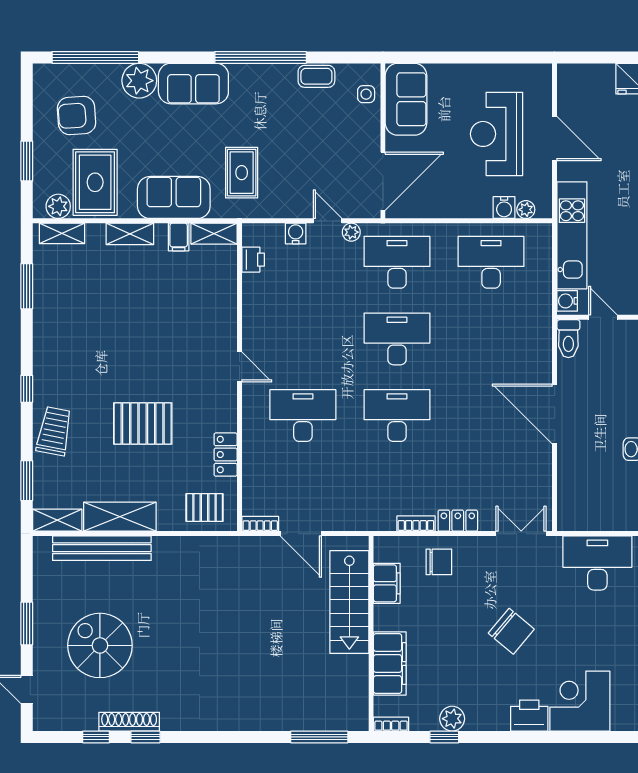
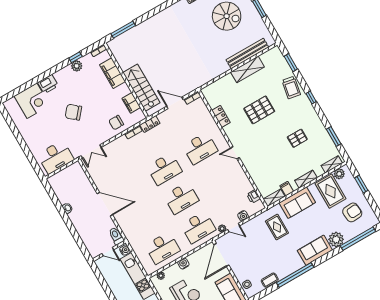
water cooler: (504, 208) -> (183, 264), moved
pallet: (204, 508) -> (297, 138), moved
shelving: (57, 520) -> (270, 54), removed
locker: (458, 521) -> (150, 124), moved

